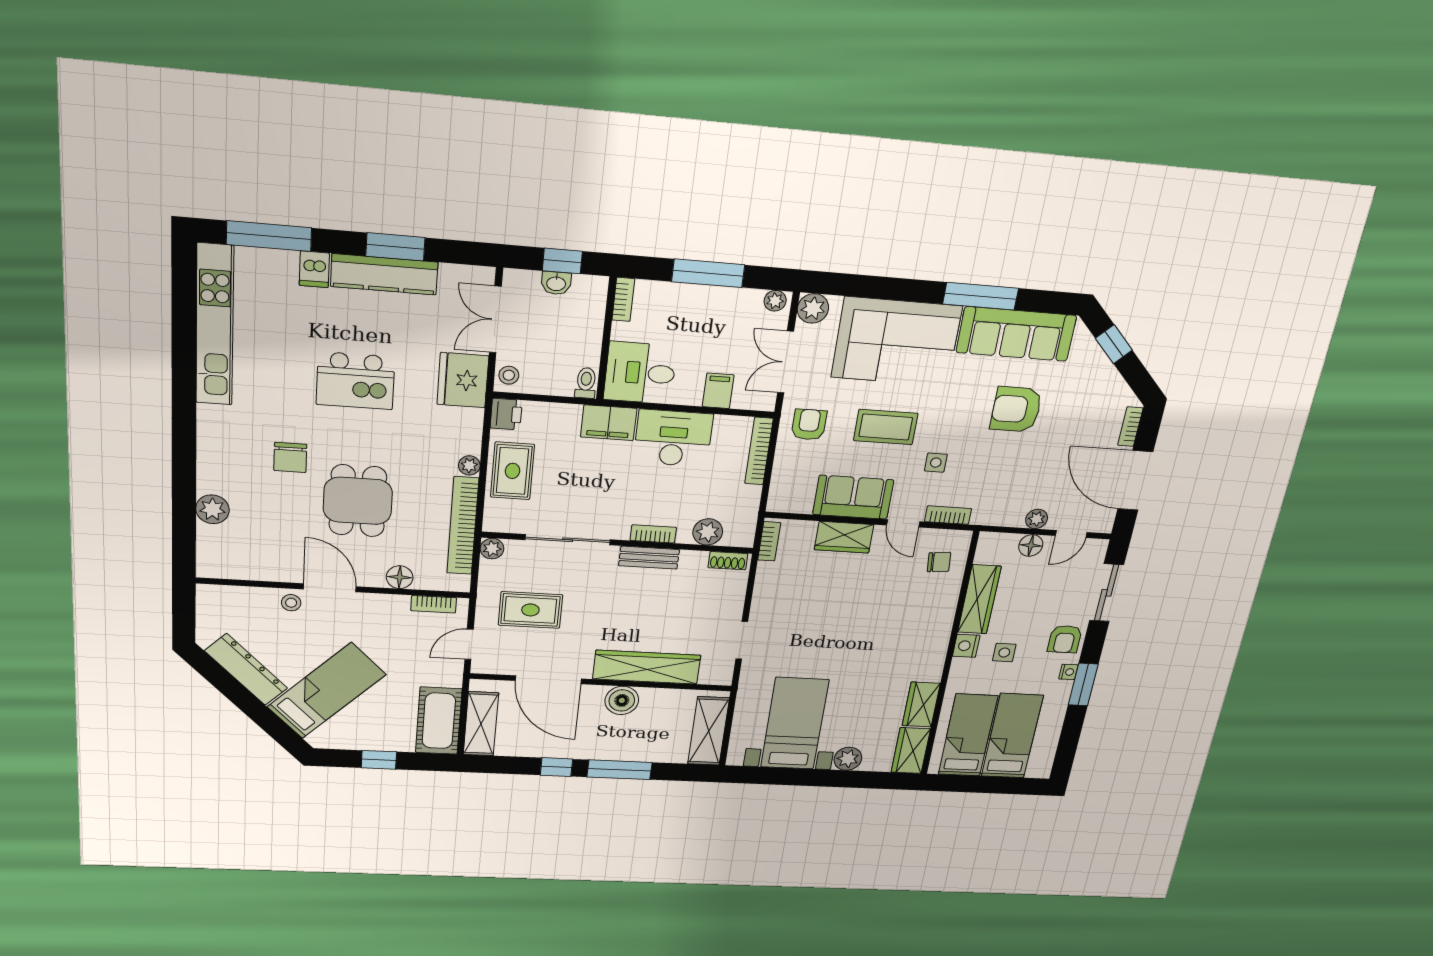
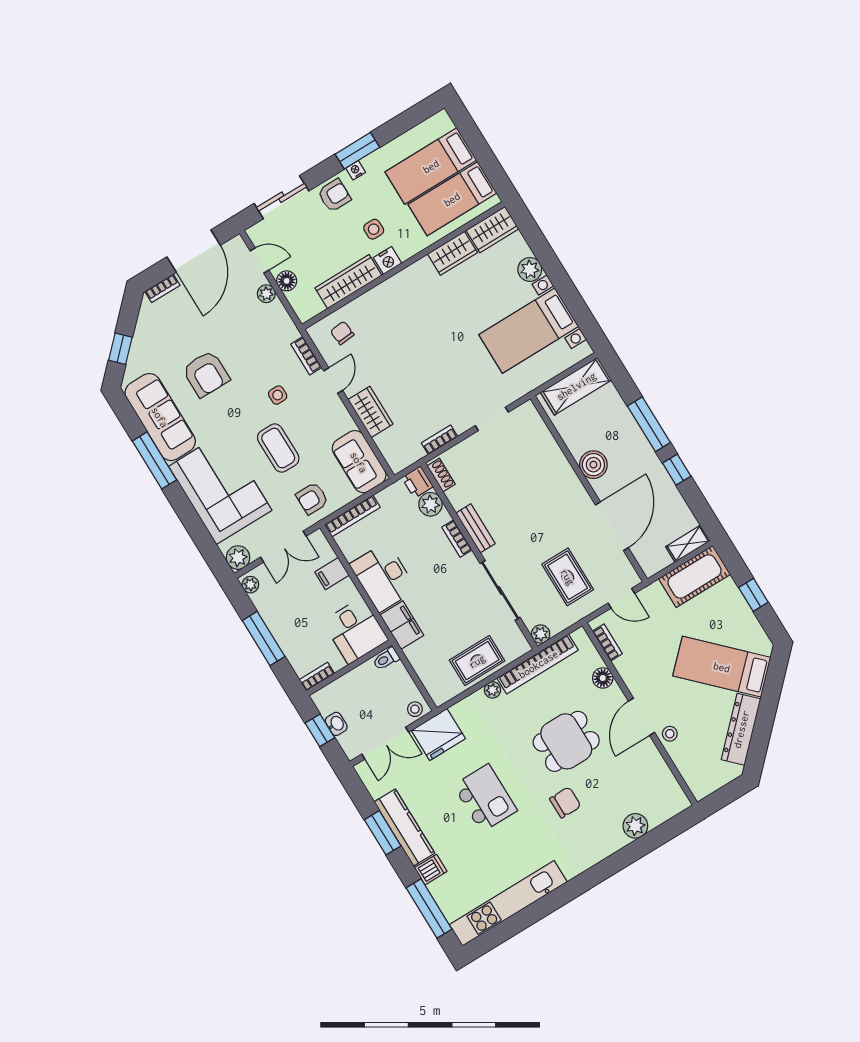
printer: (506, 414) -> (417, 482), moved, turned -90
sofa: (853, 497) -> (359, 462), moved
bookcase: (769, 541) -> (439, 440), moved
wardrobe: (647, 667) -> (556, 467), removed
shelving: (481, 724) -> (688, 544), width x0.67, depth x0.75

